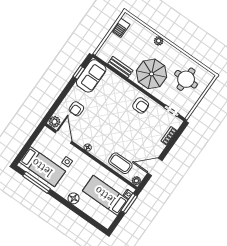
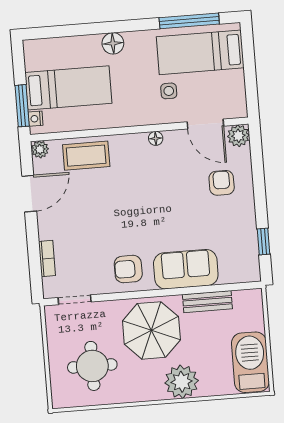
barbecue: (121, 28) -> (250, 362), width x1.88, depth x1.53
plant: (159, 41) -> (182, 382), width x1.87, depth x1.87
sofa: (91, 76) -> (186, 269), moved, turned 90

